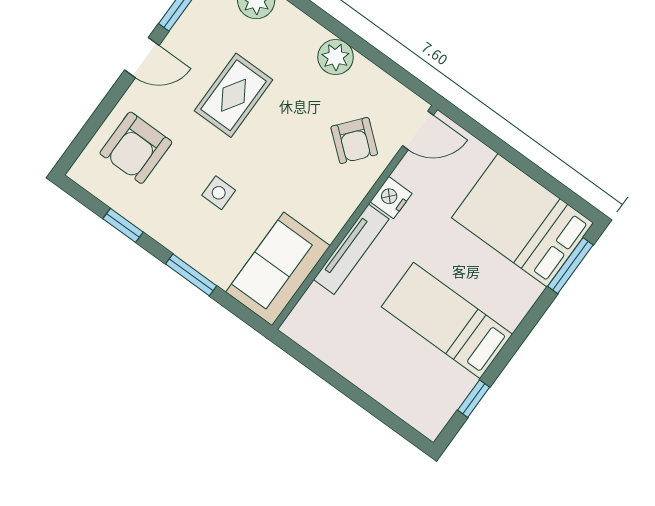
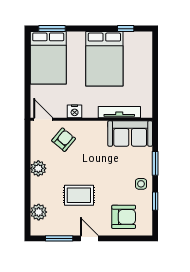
side table: (219, 193) -> (141, 184), moved
tv unit: (351, 249) -> (119, 112), moved
bed: (447, 321) -> (104, 59), width x1.50

